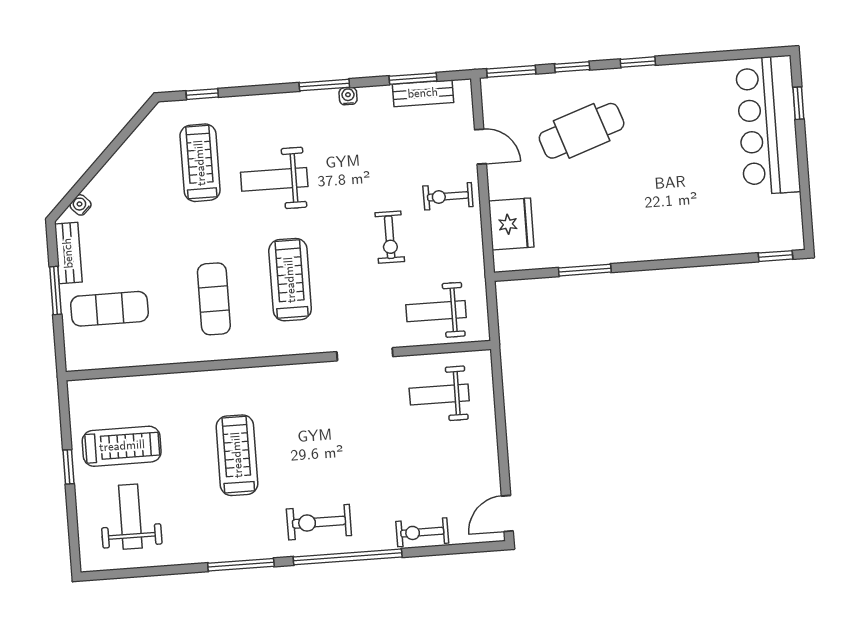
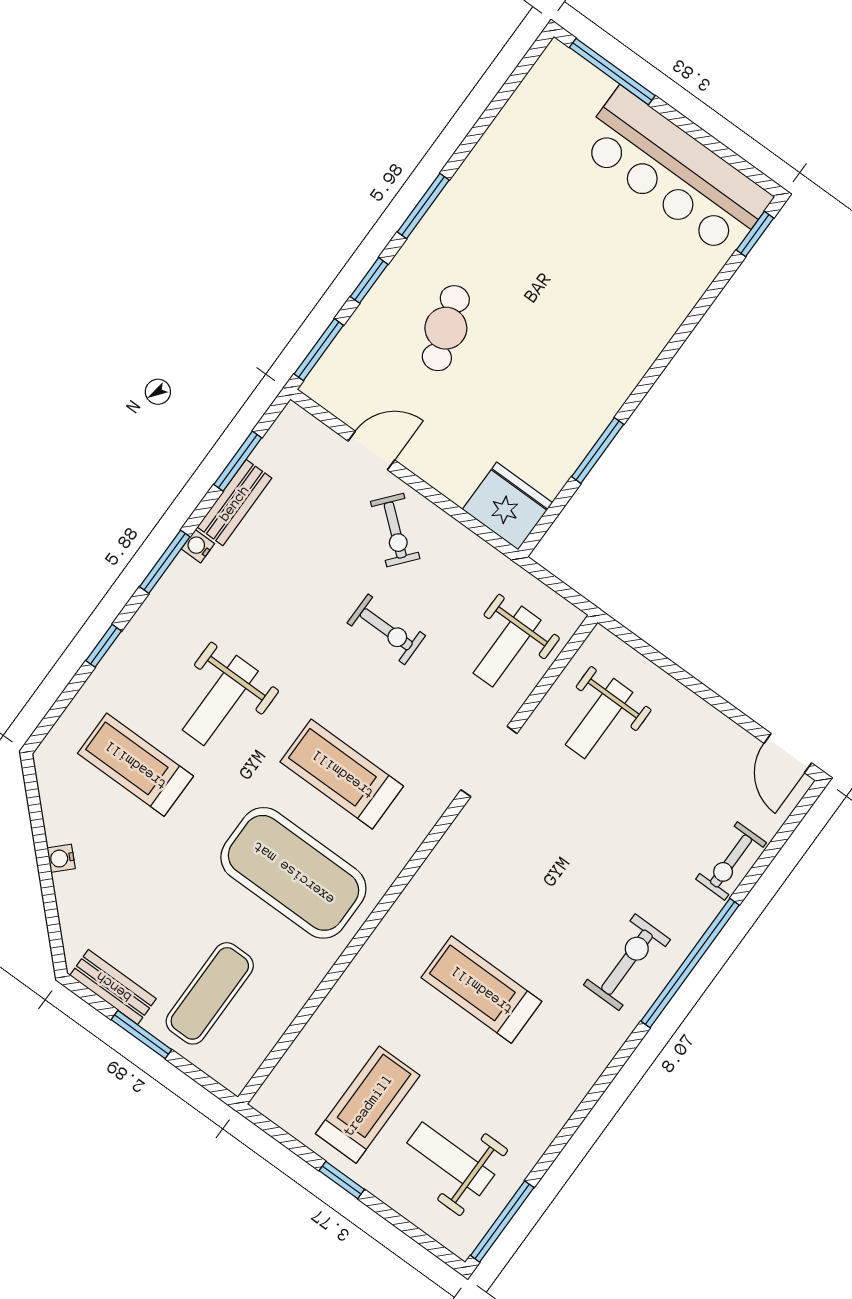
window: (638, 62) -> (423, 206), width x1.50
bench: (423, 93) -> (234, 503), moved
window: (202, 94) -> (104, 646), moved
window: (798, 103) -> (612, 72), width x2.17
bar counter: (768, 125) -> (674, 172), moved
cafe table: (582, 131) -> (446, 328), width x0.73, depth x0.74
exercise bike: (448, 196) -> (395, 530), turned -50
water cooler: (81, 205) -> (61, 858), moved
fridge: (511, 224) -> (507, 506), moved
exercise mat: (214, 299) -> (293, 873), width x2.00, depth x1.45
exercise bike: (319, 522) -> (627, 962), turned 180
window: (241, 565) -> (502, 1221), moved

